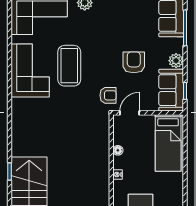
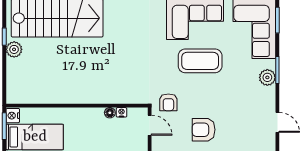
armchair: (134, 62) -> (204, 130), turned 180
nightstand: (117, 175) -> (121, 112), moved

